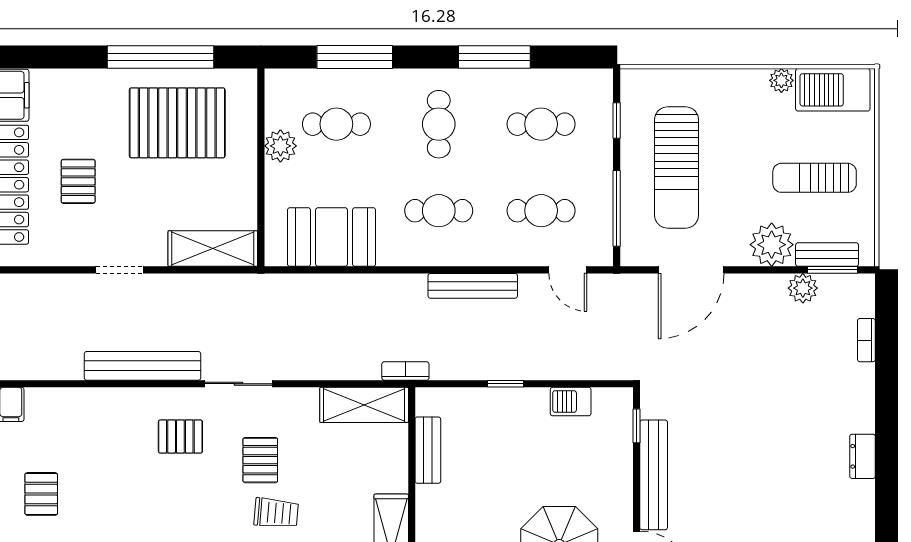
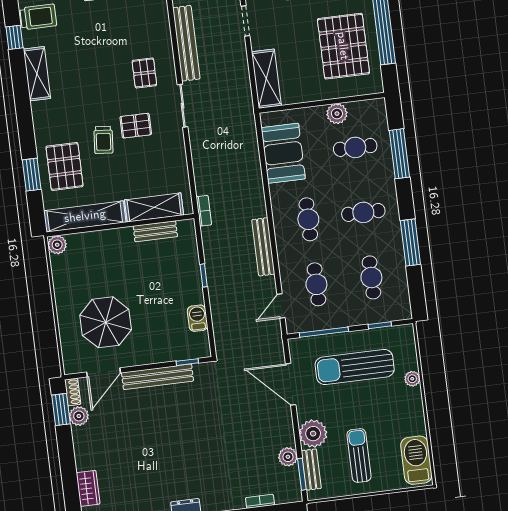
plant: (781, 80) -> (412, 379), moved
cafe table: (336, 124) -> (355, 147), turned 90
shelving: (364, 405) -> (154, 207), moved, turned 90

